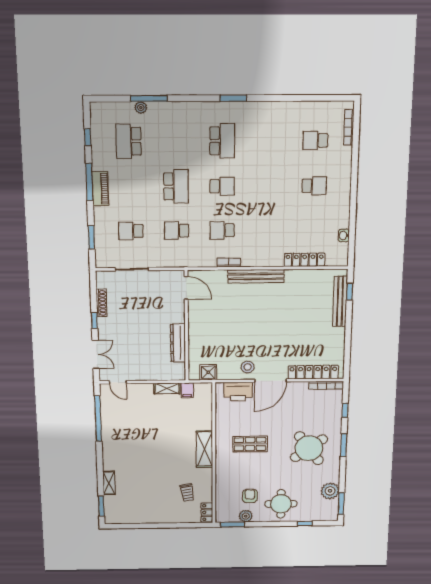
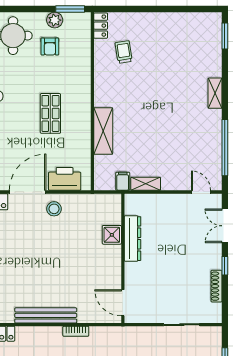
shower: (208, 372) -> (112, 235), moved
shop shelf: (250, 444) -> (50, 113), turned 90
shelving: (204, 449) -> (103, 131), moved
shelving: (109, 483) -> (215, 93), moved

